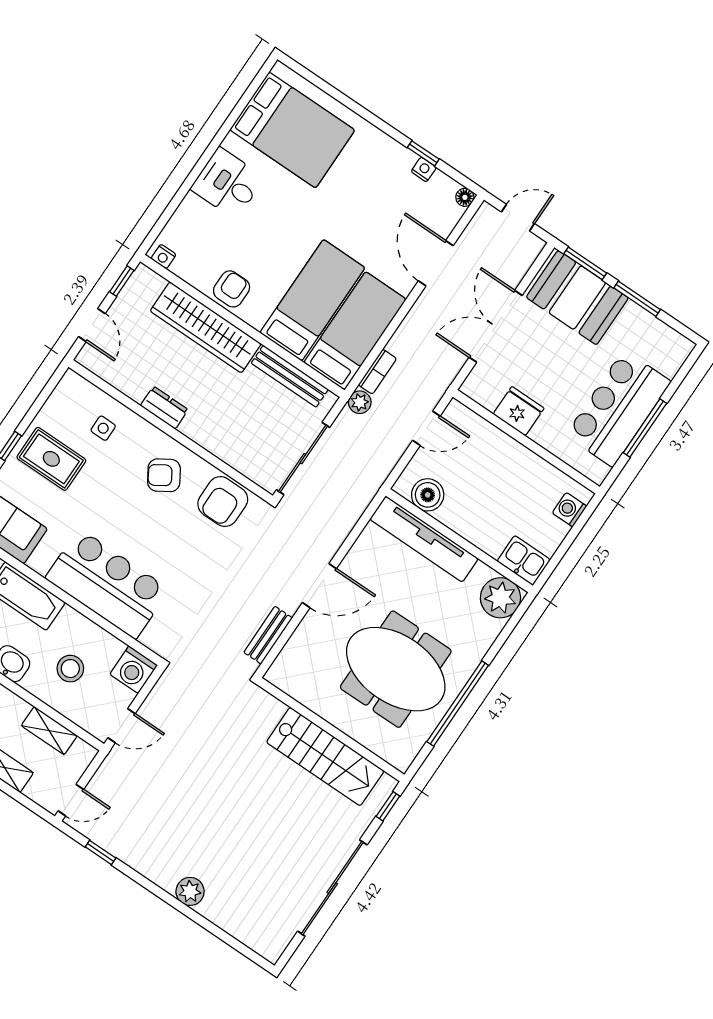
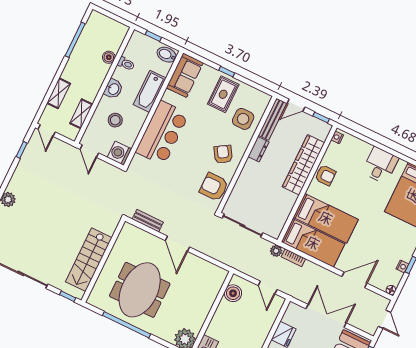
bench: (290, 376) -> (272, 119), moved
side table: (103, 428) -> (243, 119), width x1.87, depth x1.87
tv unit: (424, 539) -> (210, 295), removed

